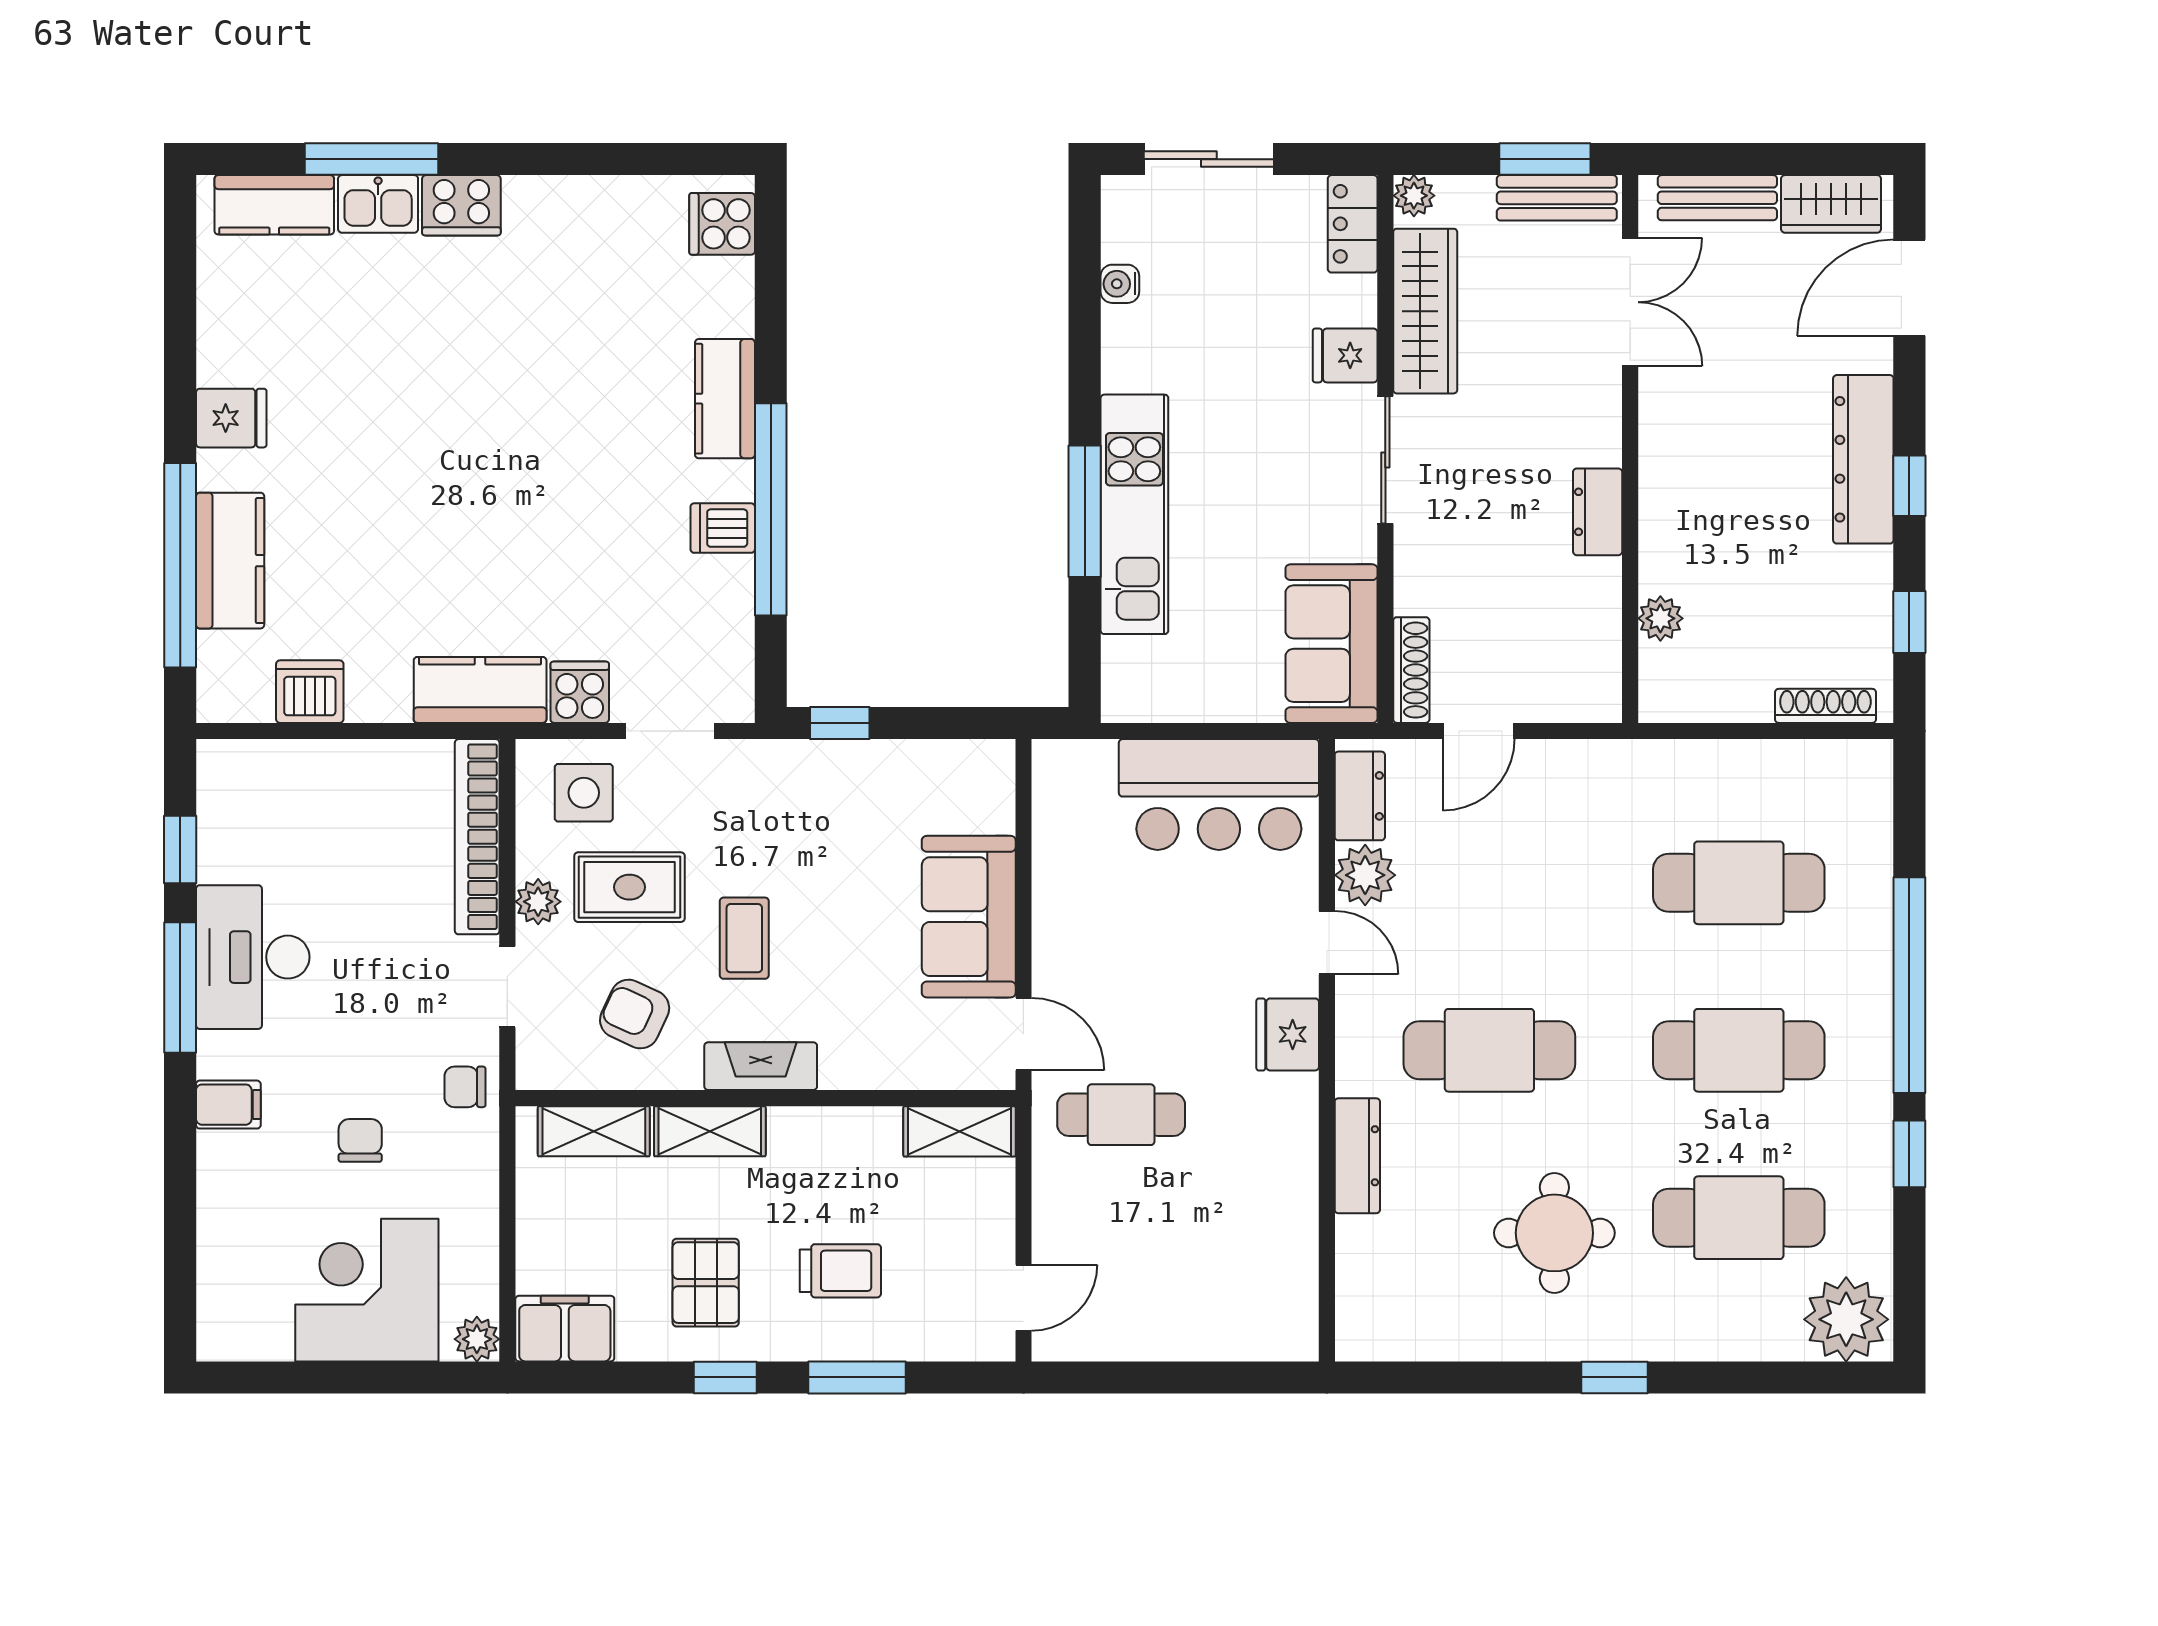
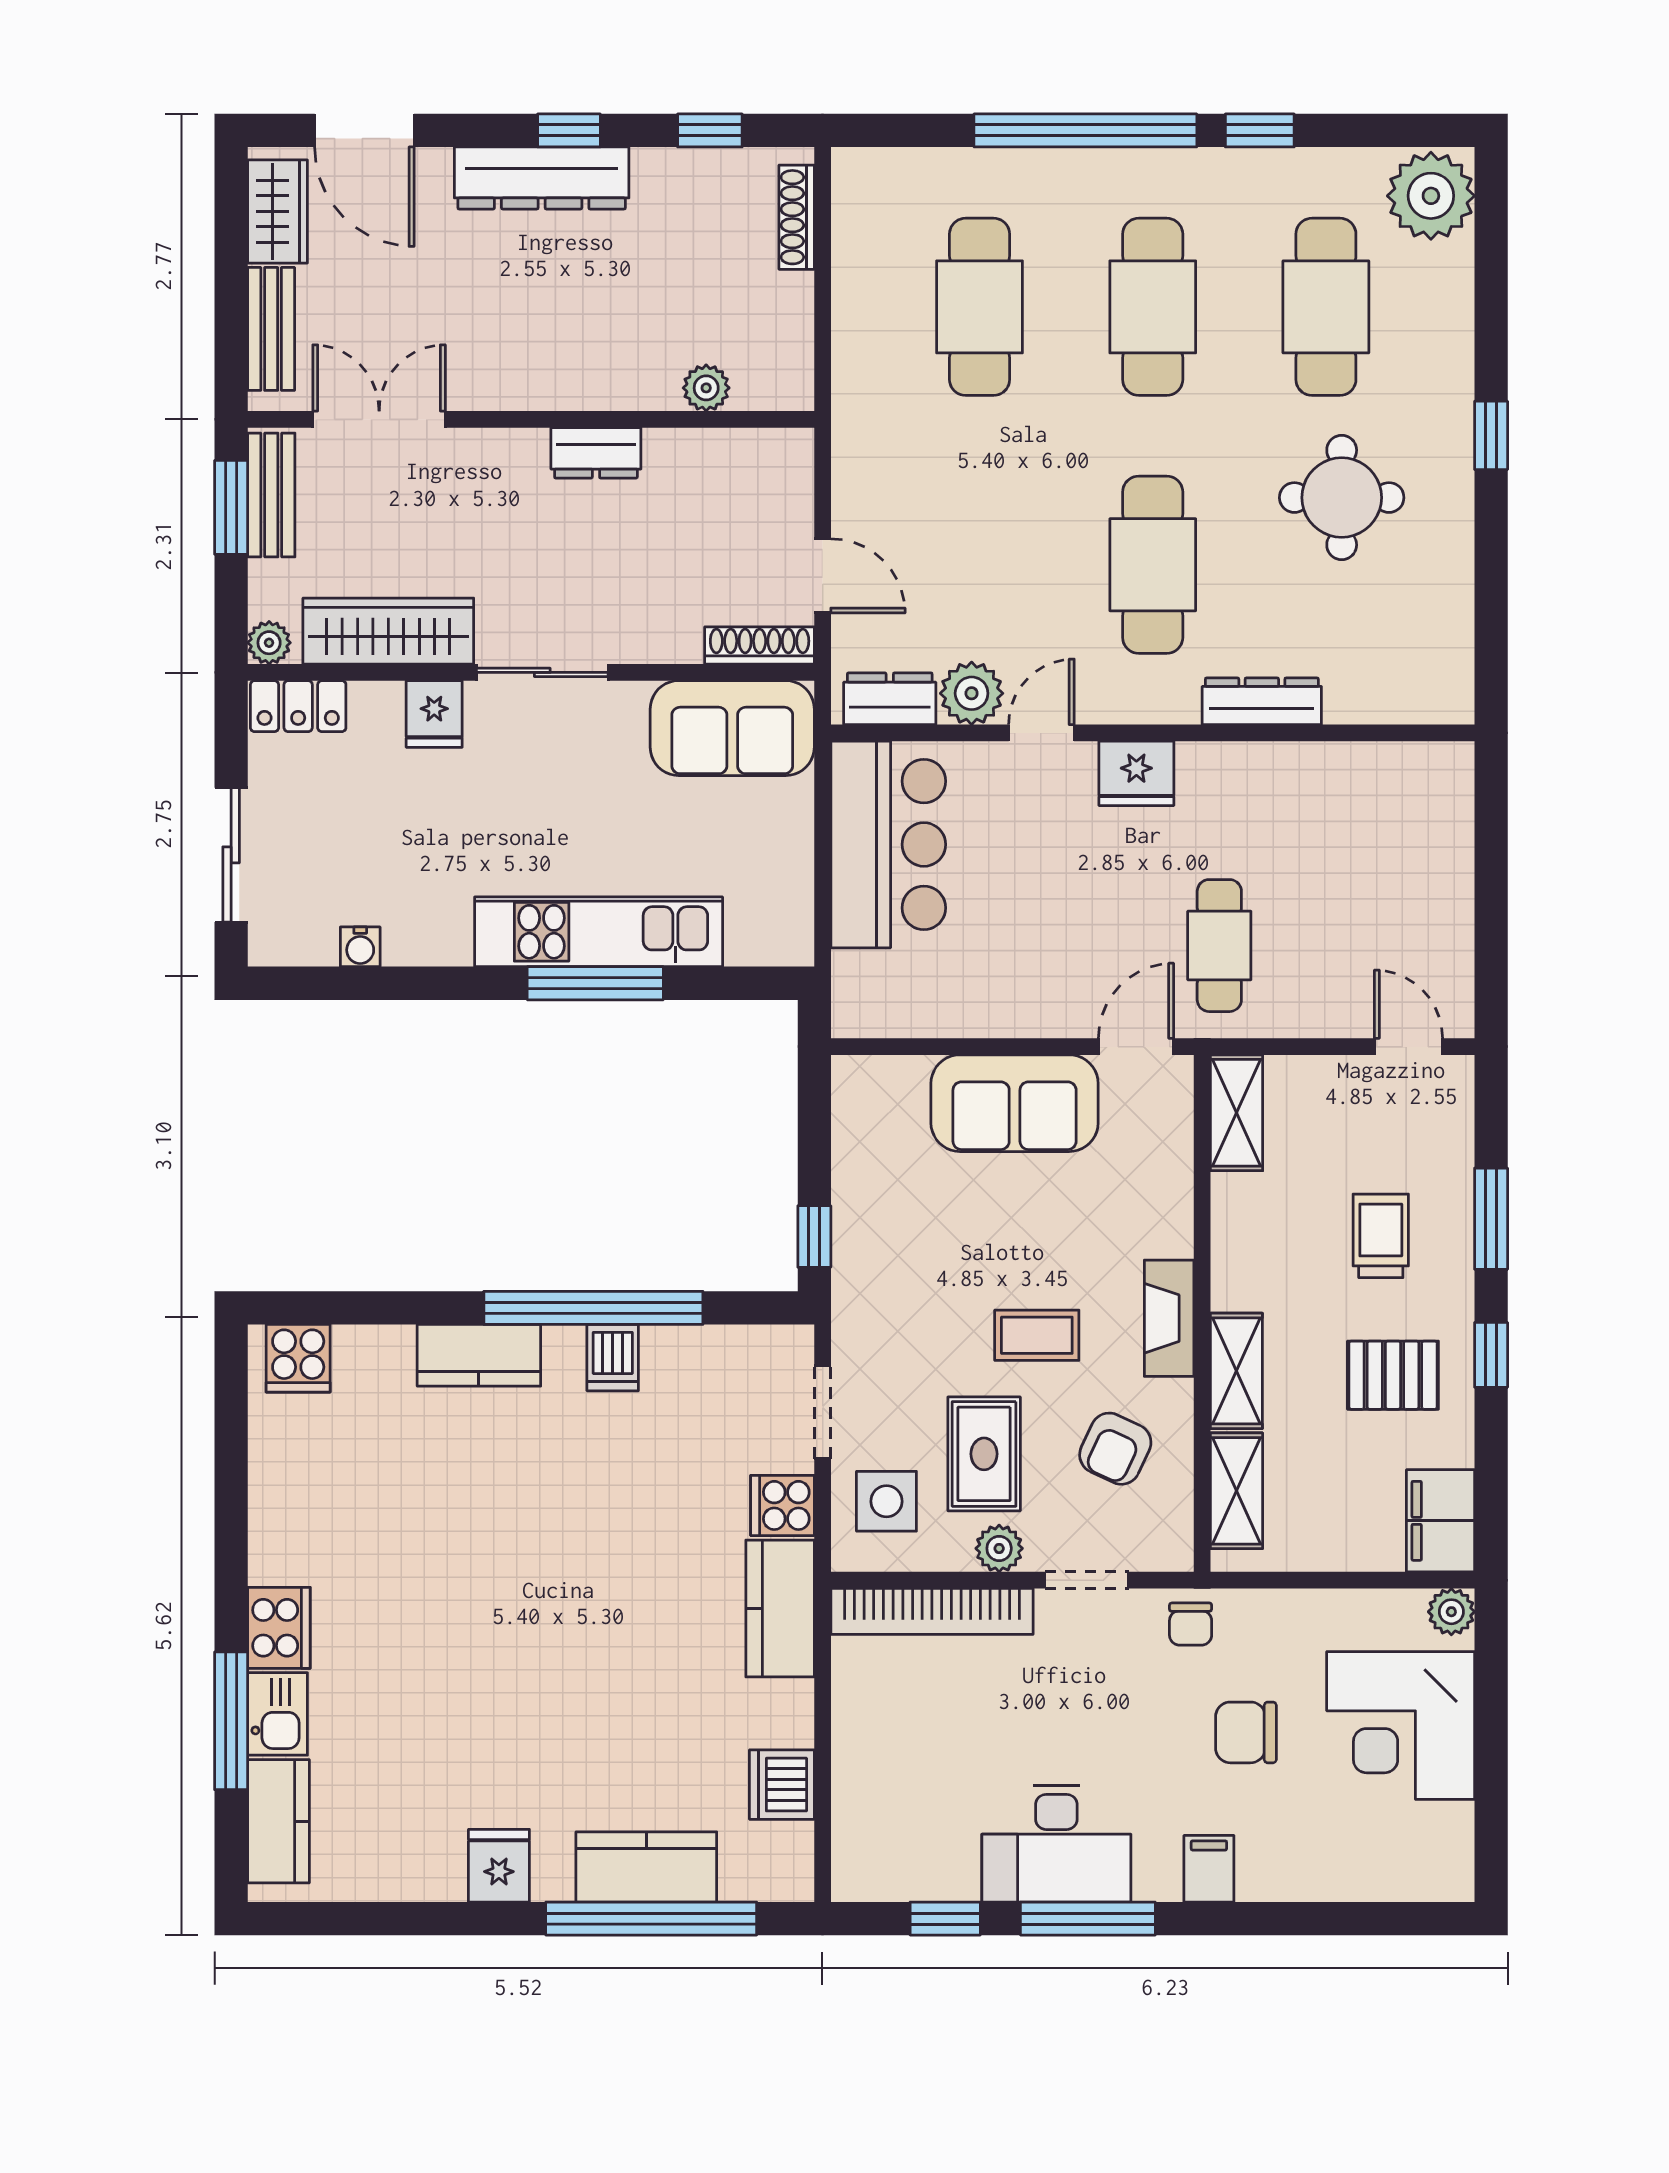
chair: (360, 1140) -> (1246, 1732), width x1.37, depth x1.37

